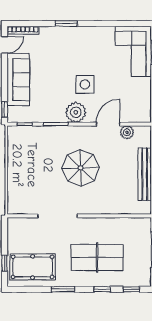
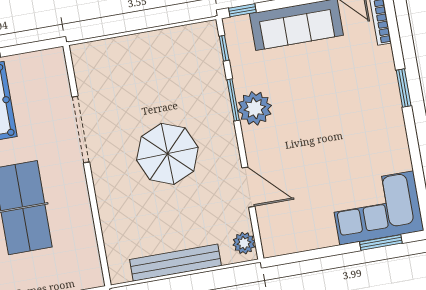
side table: (85, 84) -> (308, 137), removed
plant: (76, 112) -> (255, 108), moved
plant: (127, 132) -> (244, 243), moved

